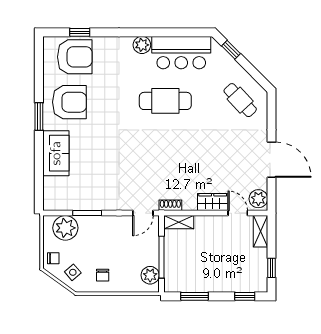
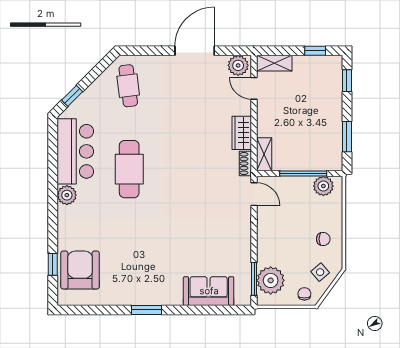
cafe table: (240, 100) -> (128, 86), turned -54
armchair: (69, 102) -> (131, 276), removed
sofa: (56, 153) -> (209, 291), moved
wardrobe: (213, 202) -> (242, 133), moved
window: (87, 213) -> (254, 279), moved
door: (238, 213) -> (254, 88), hinge flipped

